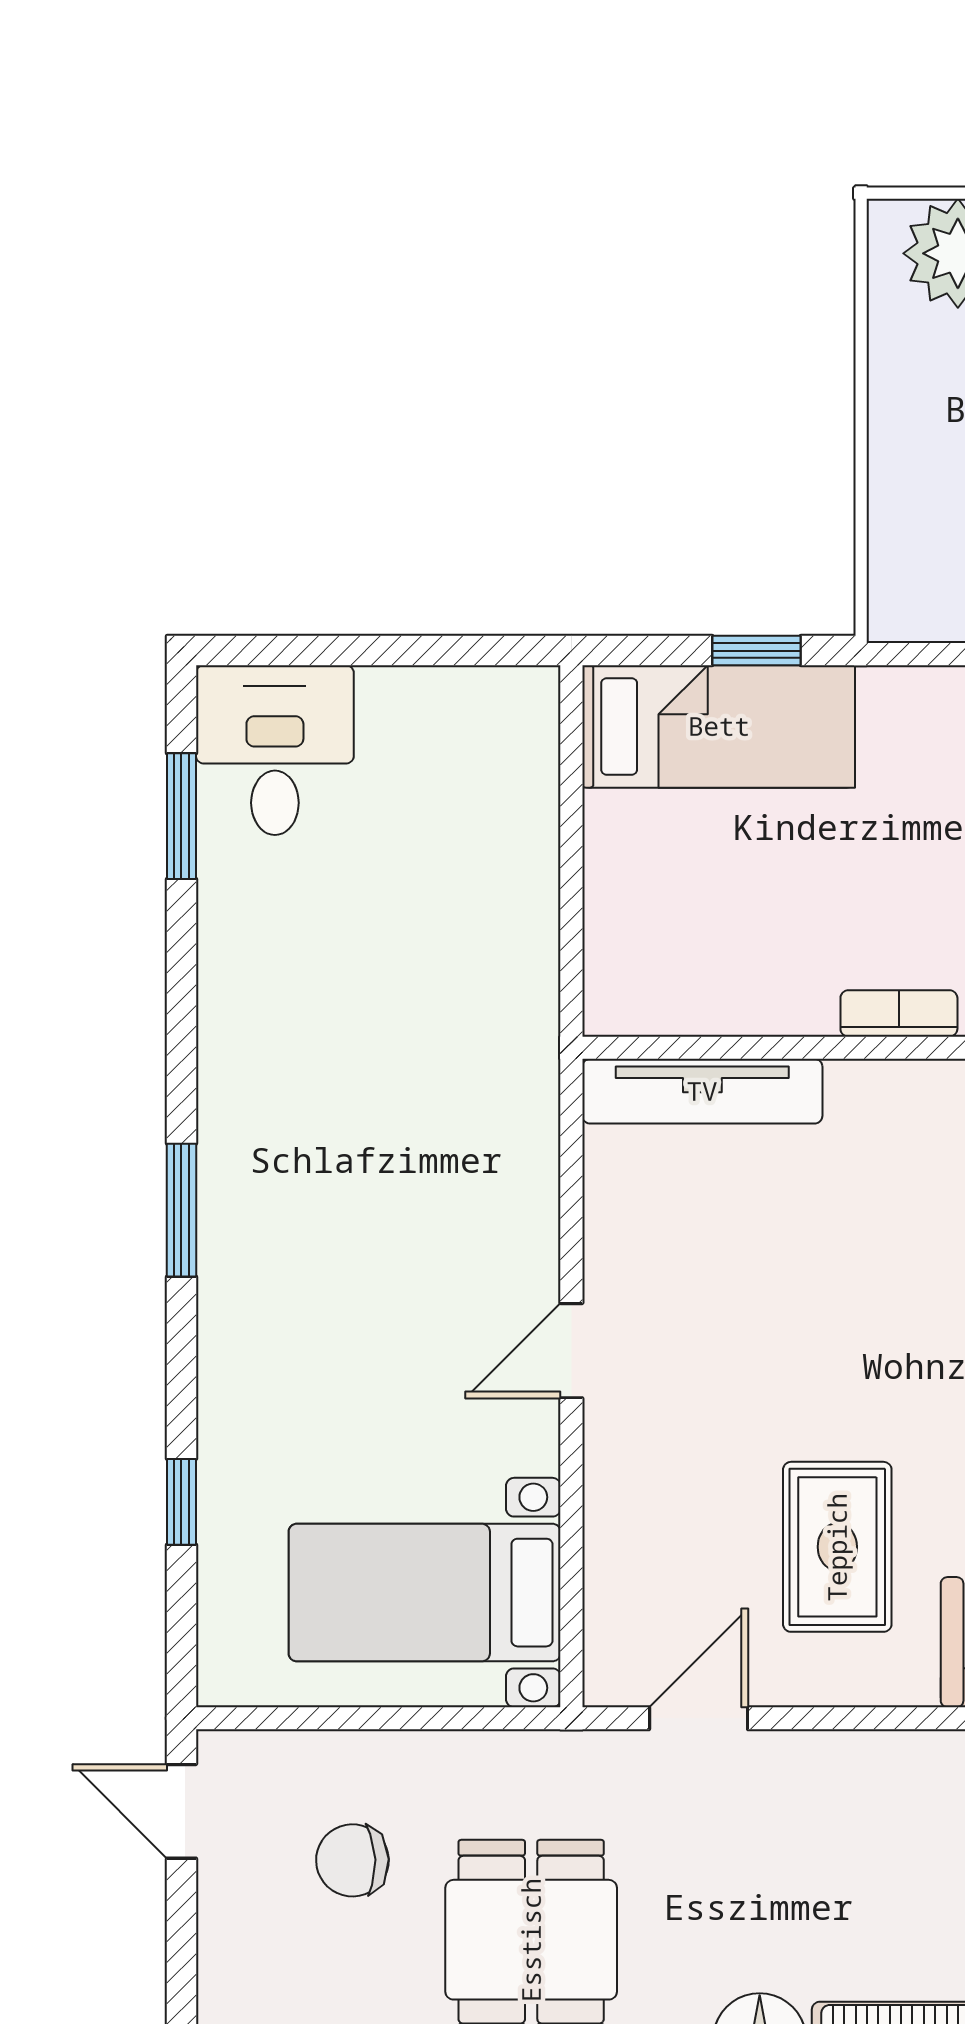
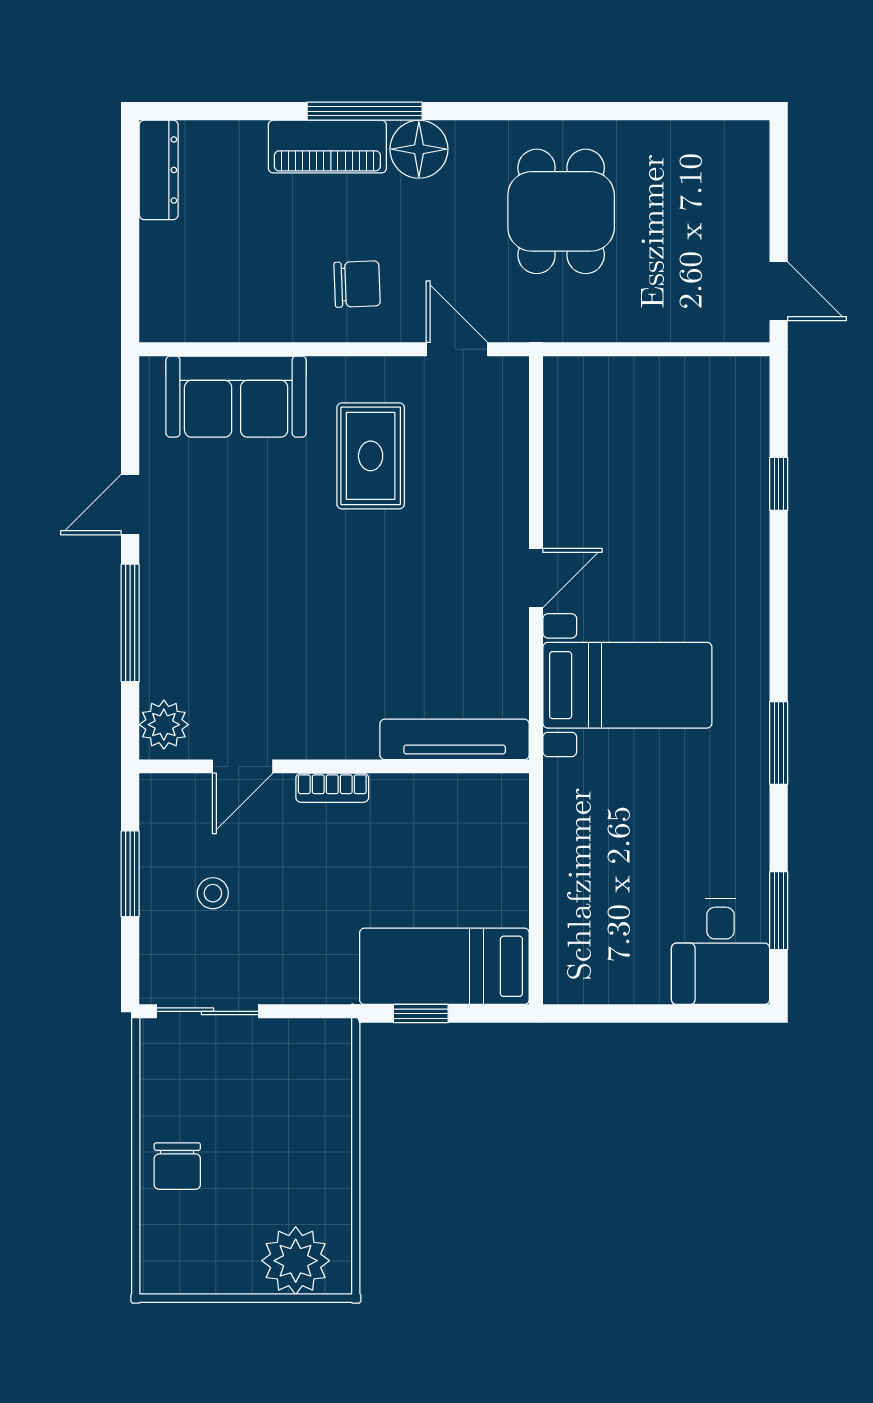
window: (181, 1210) -> (779, 743), moved
bed with nightstands: (425, 1593) -> (627, 685), moved
door: (699, 1718) -> (457, 349), swing flipped
chair: (352, 1860) -> (357, 284), moved

